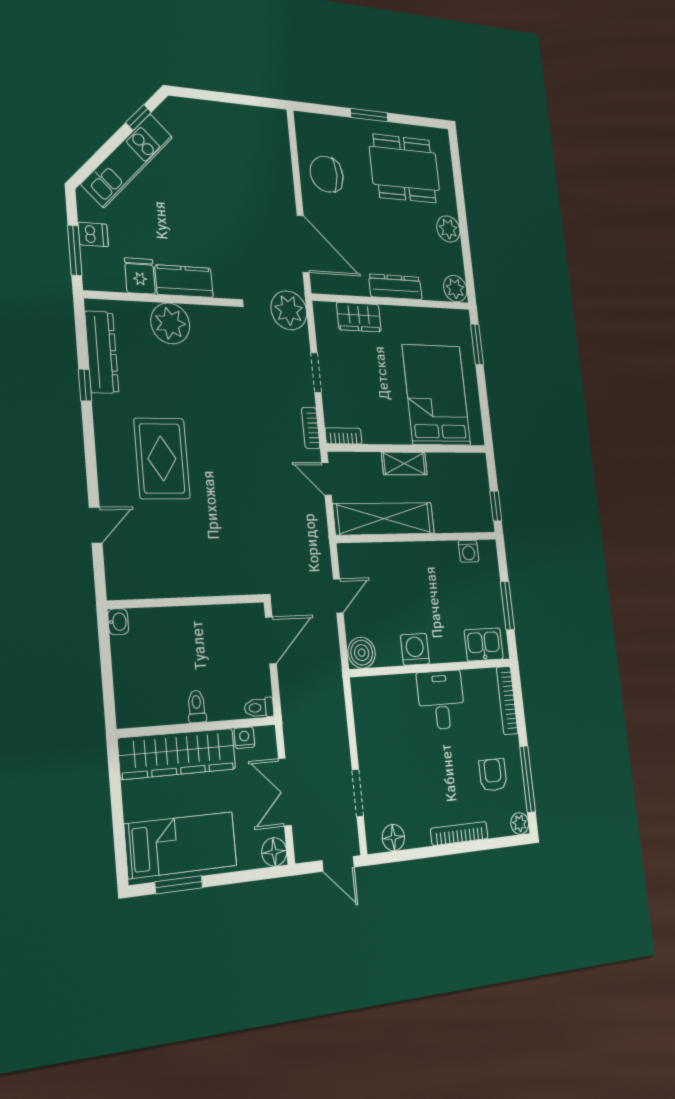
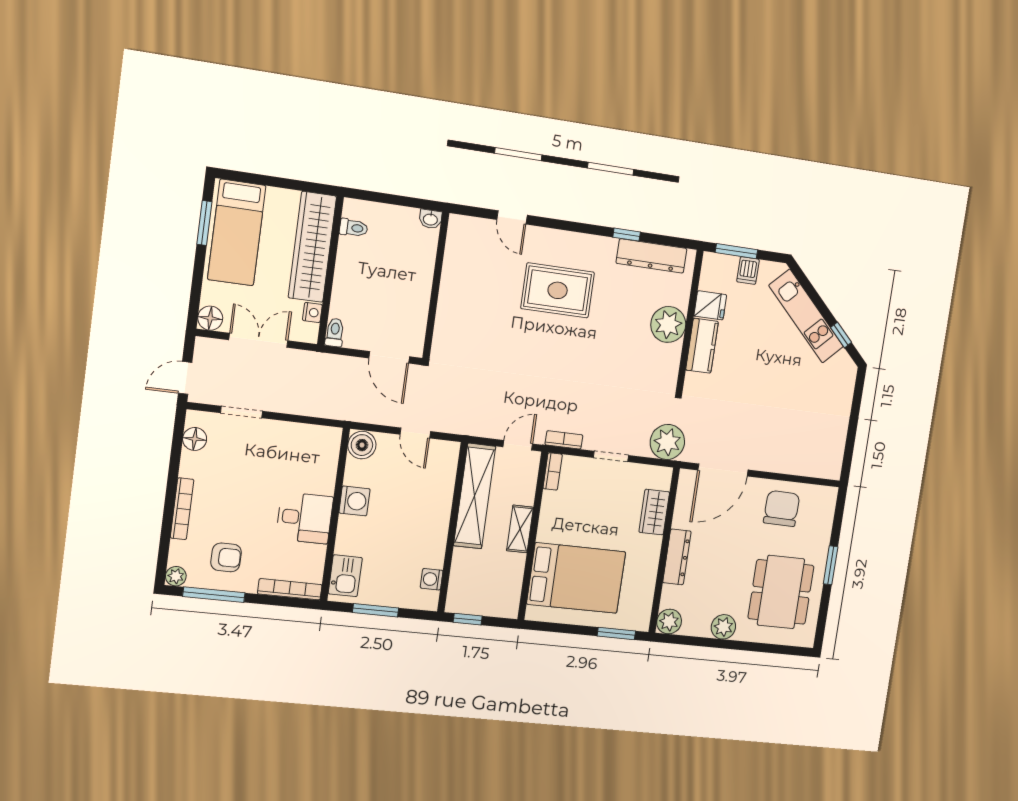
toilet: (197, 706) -> (354, 228), moved

